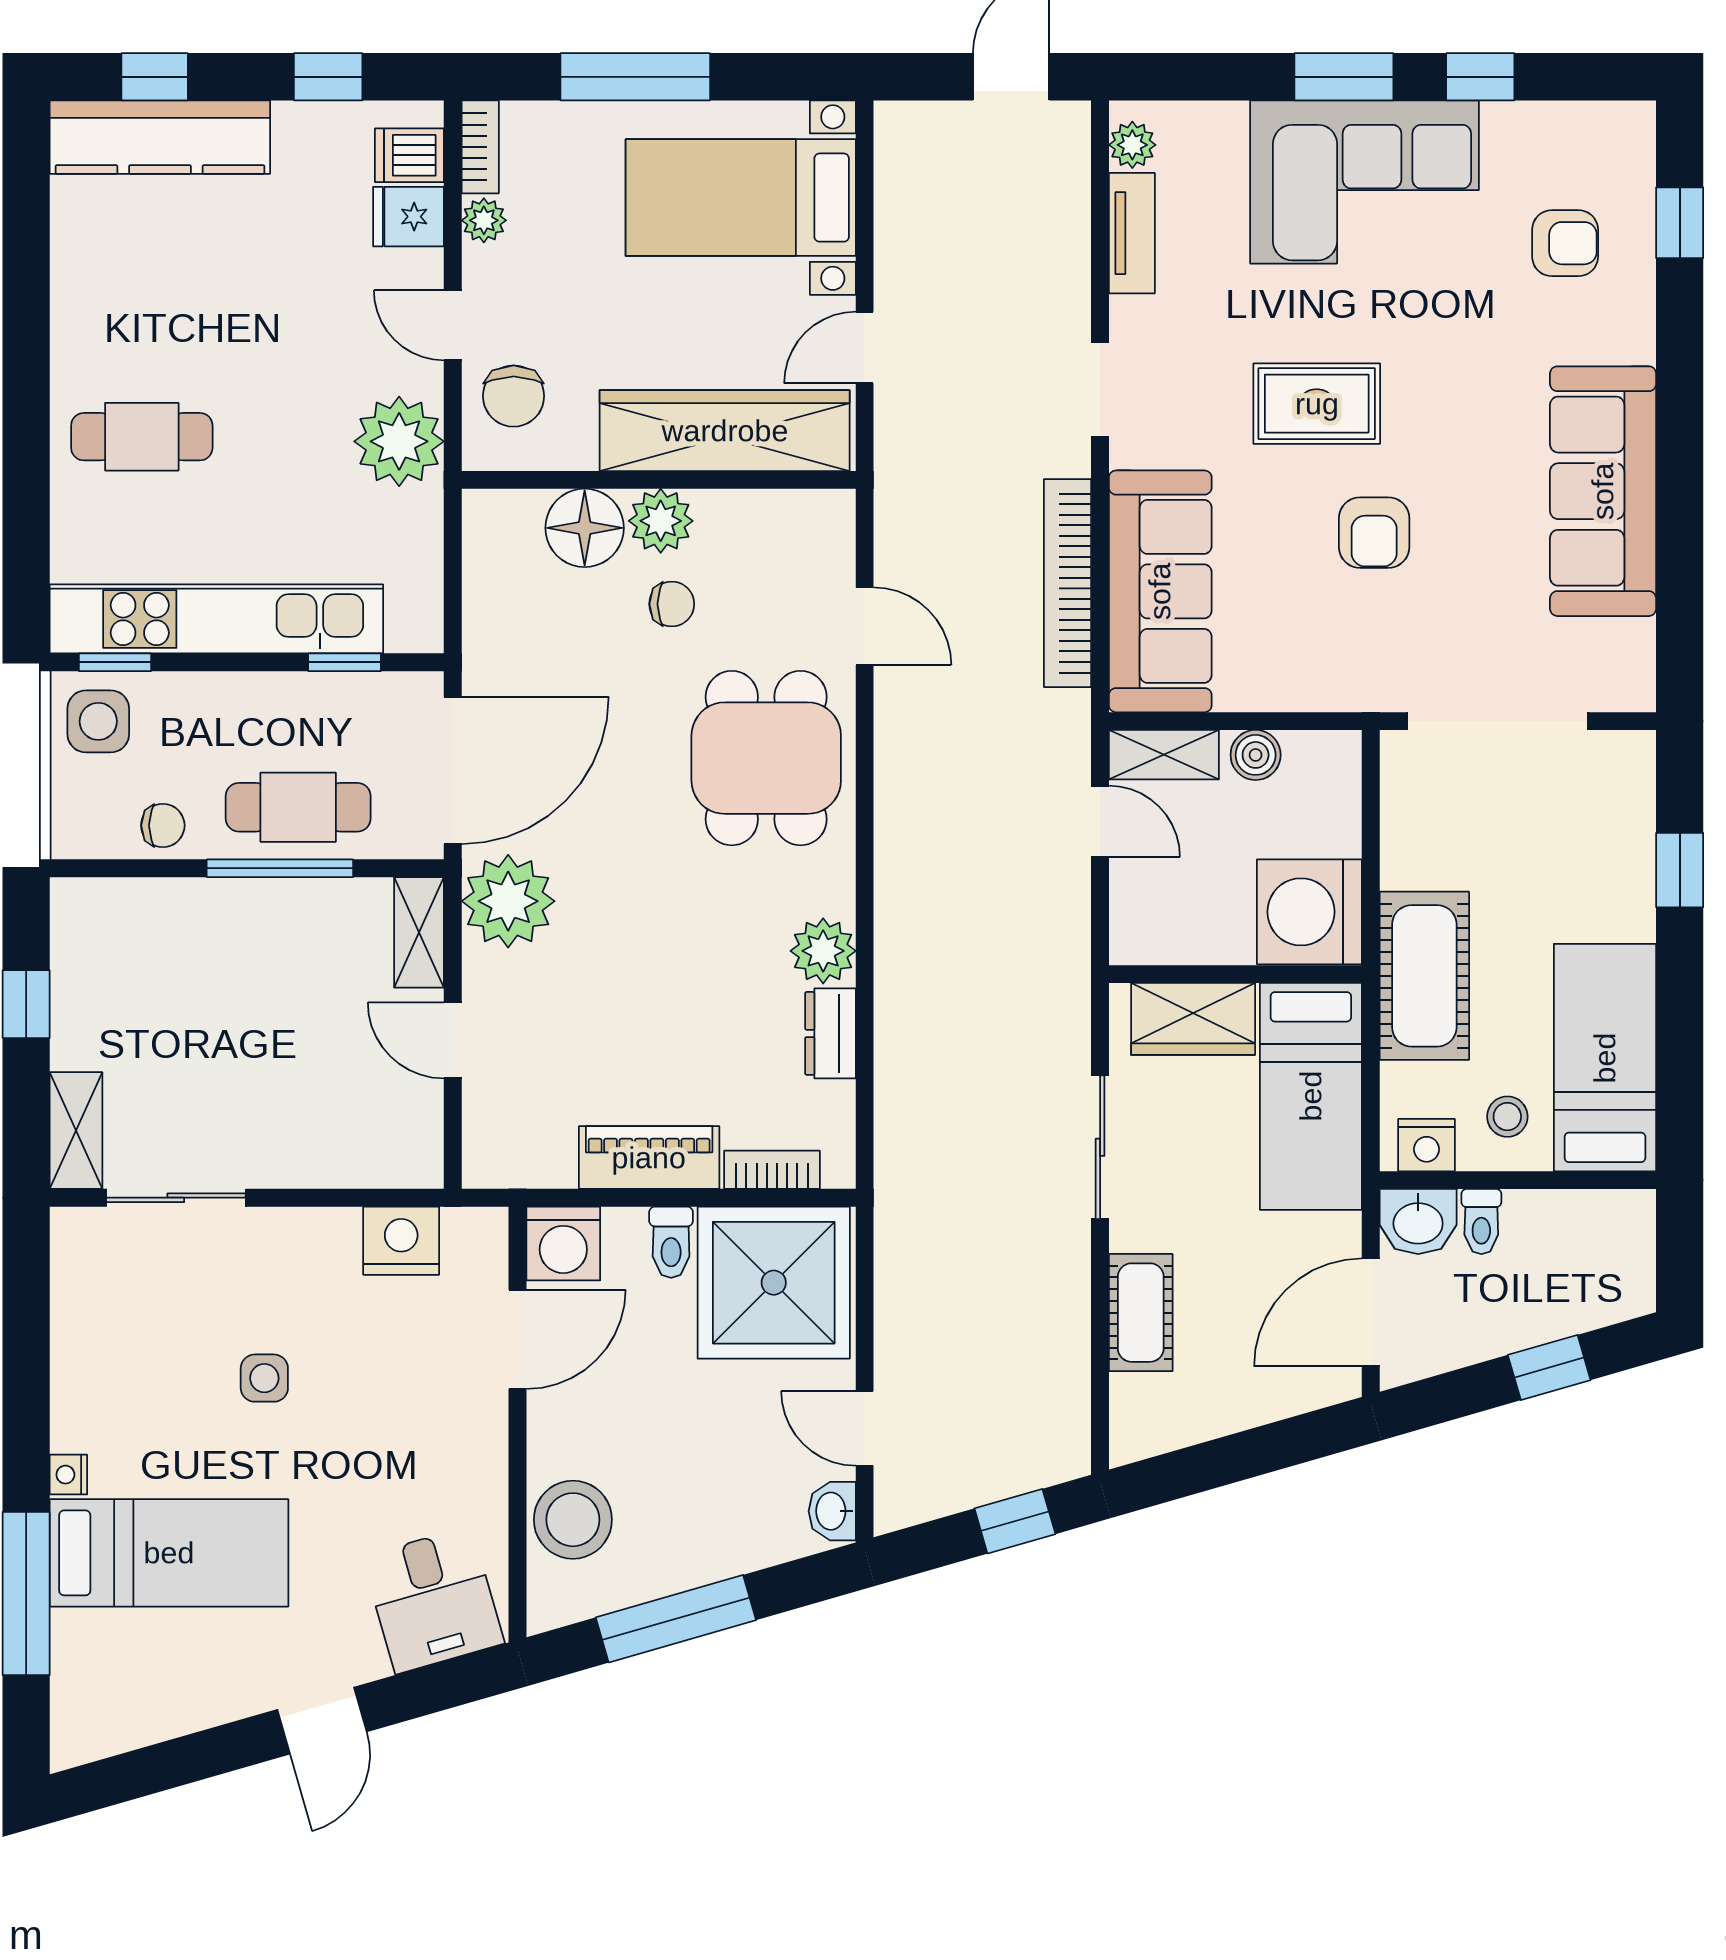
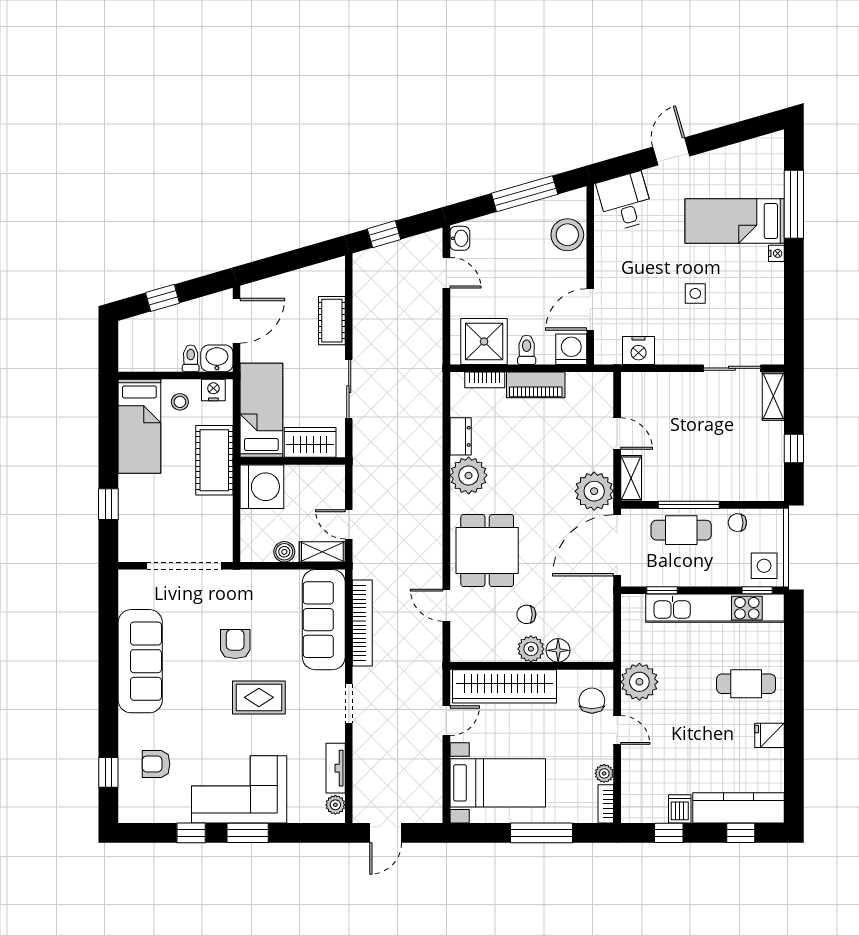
dishwasher: (409, 155) -> (680, 809), moved, turned -90
fridge: (409, 217) -> (770, 735), moved, turned 180
floor lamp: (585, 528) -> (558, 650), width x0.73, depth x0.73
plant: (823, 951) -> (469, 475), width x1.36, depth x1.36
shower: (774, 1283) -> (484, 341), width x0.73, depth x0.73

